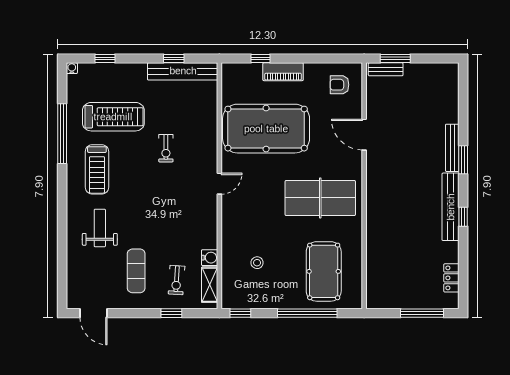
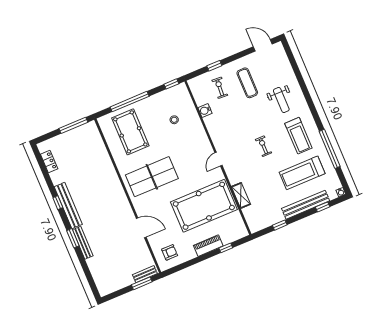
bench: (183, 71) -> (306, 205), moved
exercise bike: (166, 148) -> (264, 146), moved
treadmill: (97, 169) -> (298, 136), turned 180
shelving: (210, 285) -> (241, 195), moved
window: (422, 313) -> (73, 125), moved

